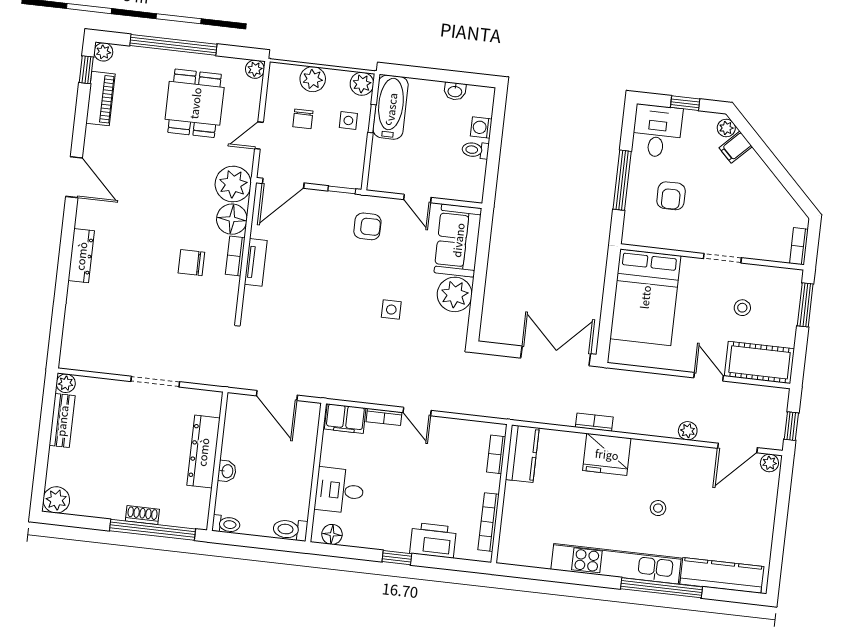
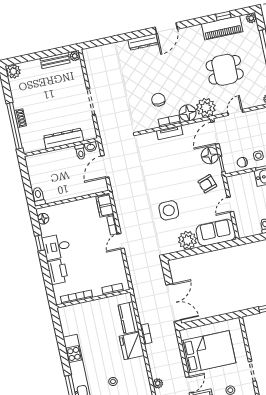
window: (86, 70) -> (223, 16), moved
piano: (100, 99) -> (222, 28), width x1.37, depth x1.33
dining table: (195, 103) -> (225, 70), moved
chair: (303, 119) -> (242, 162), moved
door: (259, 136) -> (235, 112), hinge flipped
door: (74, 177) -> (166, 28), moved
door: (283, 183) -> (215, 133), hinge flipped
floor lamp: (320, 205) -> (210, 156), added
armchair: (367, 226) -> (207, 184), turned 71
bed: (645, 297) -> (208, 352), moved, turned 180
side table: (391, 310) -> (169, 210), width x1.87, depth x1.87
kitchen counter: (522, 454) -> (128, 318), moved, turned 90
washbasin: (227, 471) -> (91, 147), moved
desk: (340, 490) -> (57, 247), moved, turned -90
toilet: (226, 524) -> (80, 152), moved
window: (397, 558) -> (40, 243), moved

